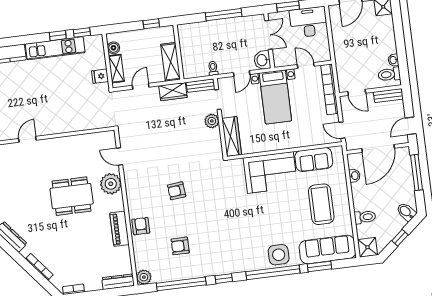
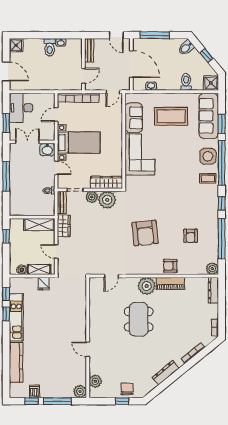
toilet: (389, 74) -> (50, 47), moved
plant: (211, 140) -> (107, 200), added
plant: (111, 184) -> (147, 286), moved
armchair: (177, 191) -> (145, 233), width x1.88, depth x1.88
coffee table: (252, 258) -> (208, 178), added

